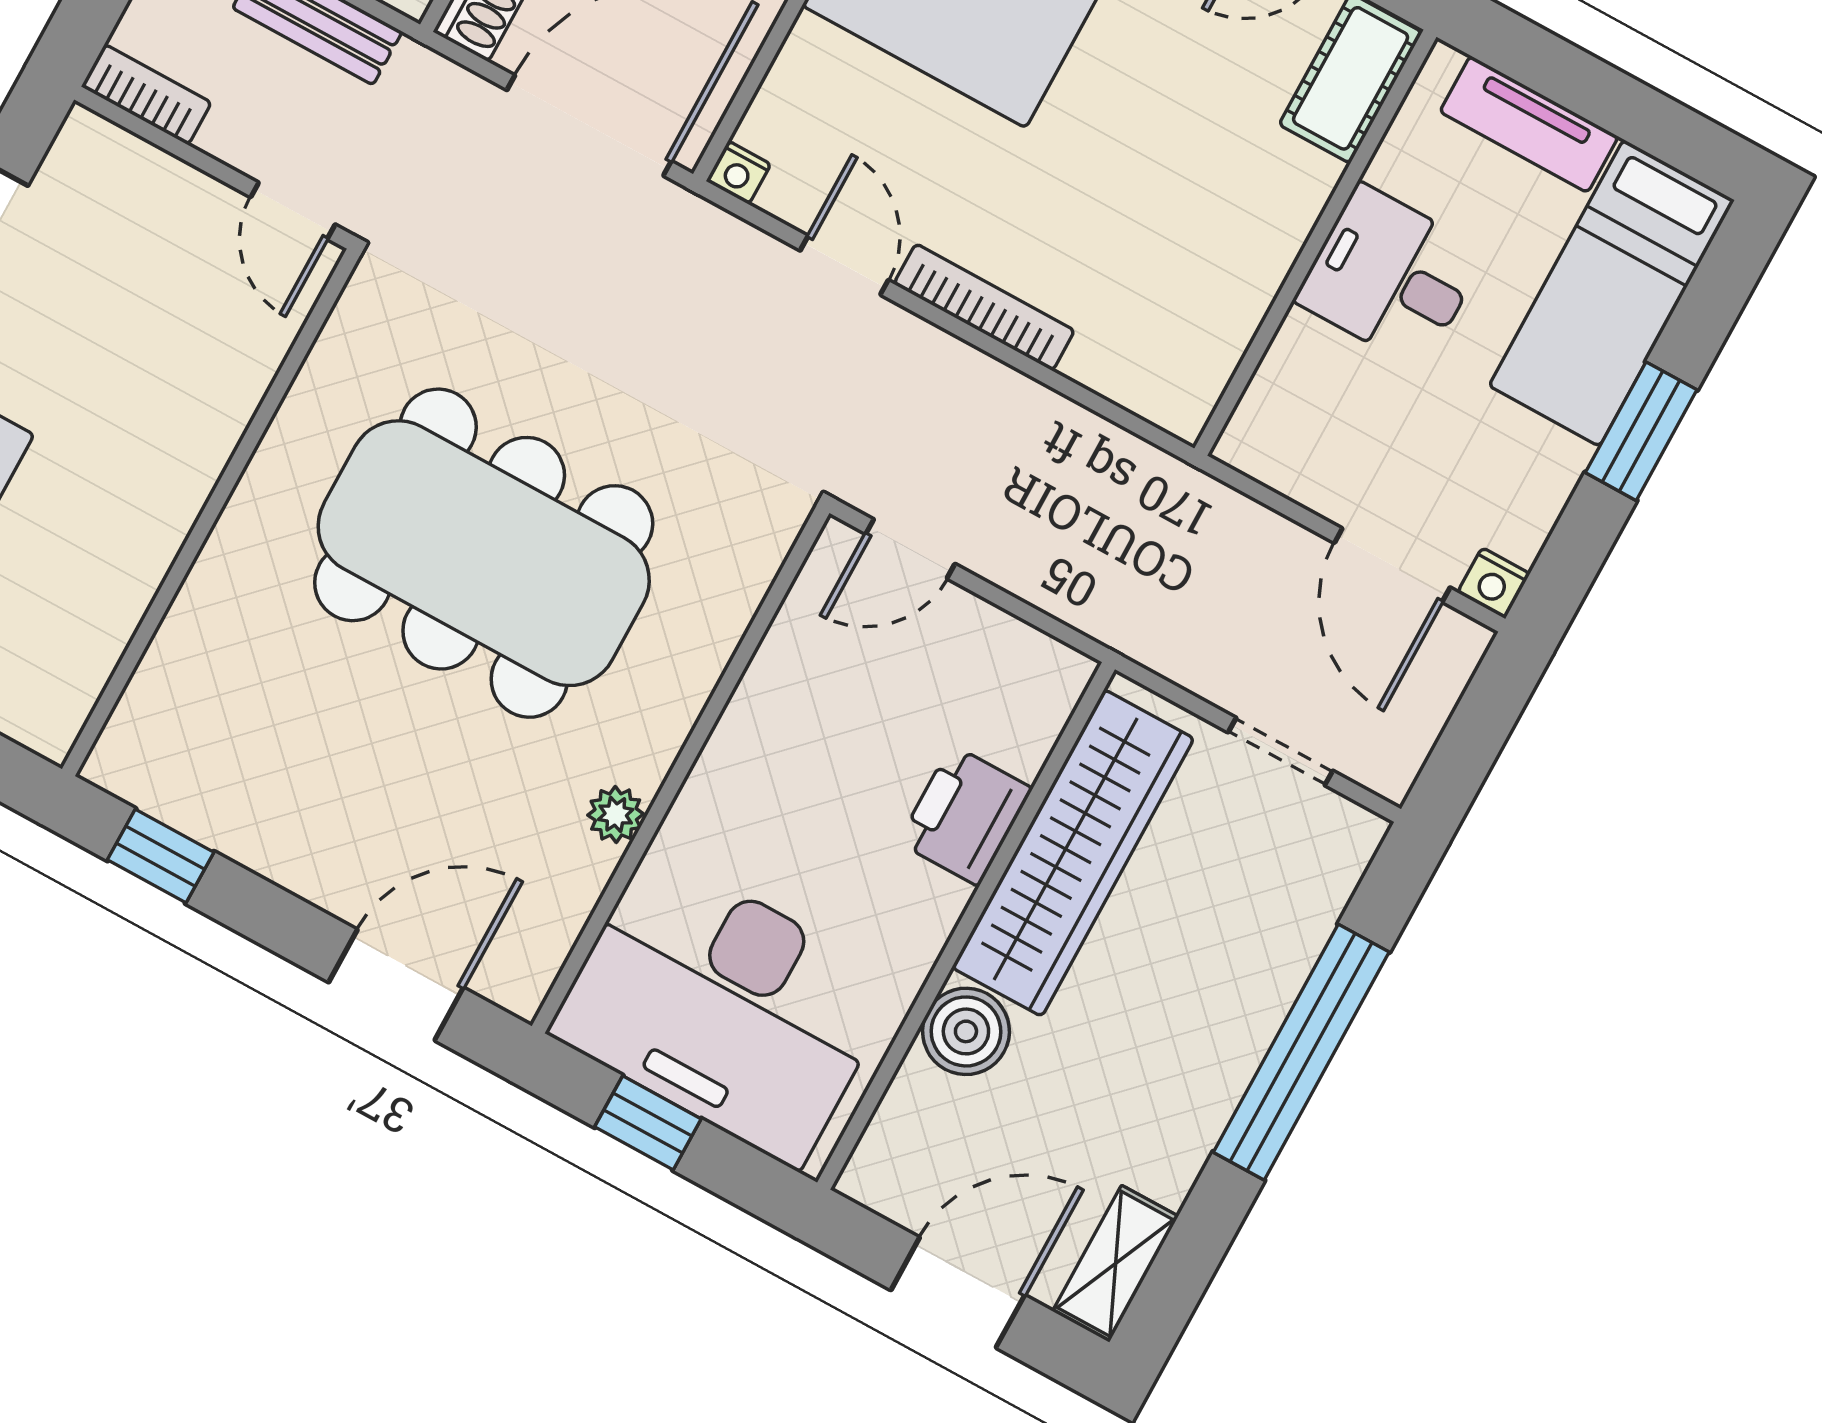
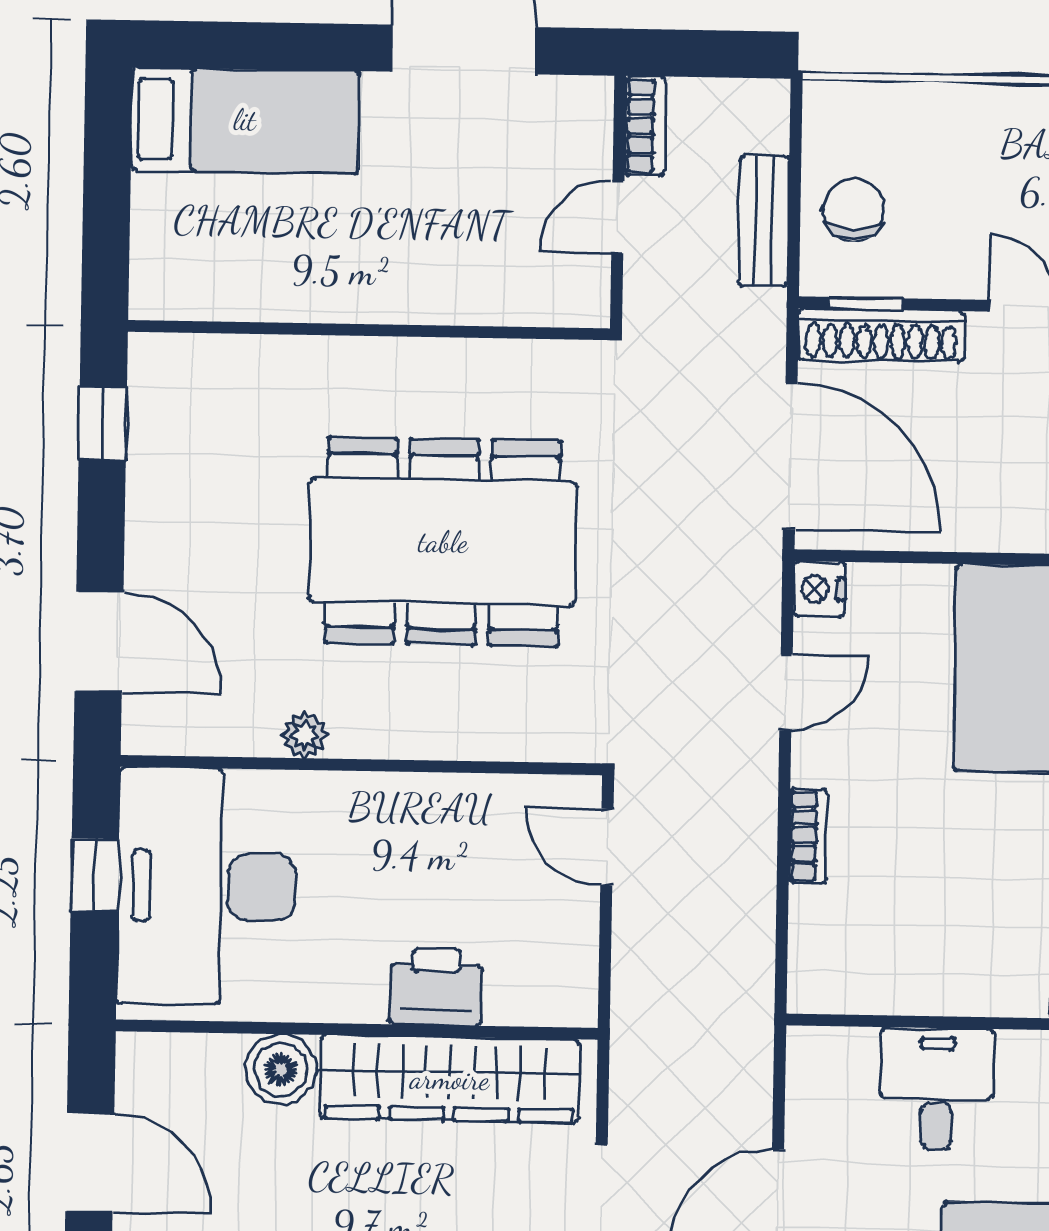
nightstand: (738, 173) -> (819, 589), width x1.39, depth x1.35
door: (293, 211) -> (618, 217), moved
desk: (1391, 276) -> (937, 1089), moved
bookcase: (984, 307) -> (808, 835), width x0.64
dining table: (484, 553) -> (443, 542), turned 90

